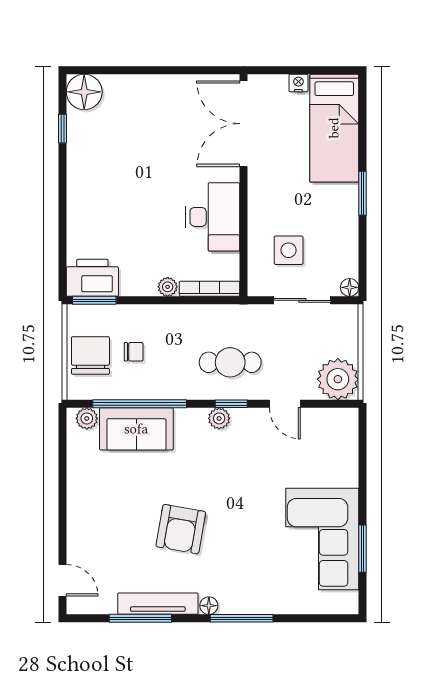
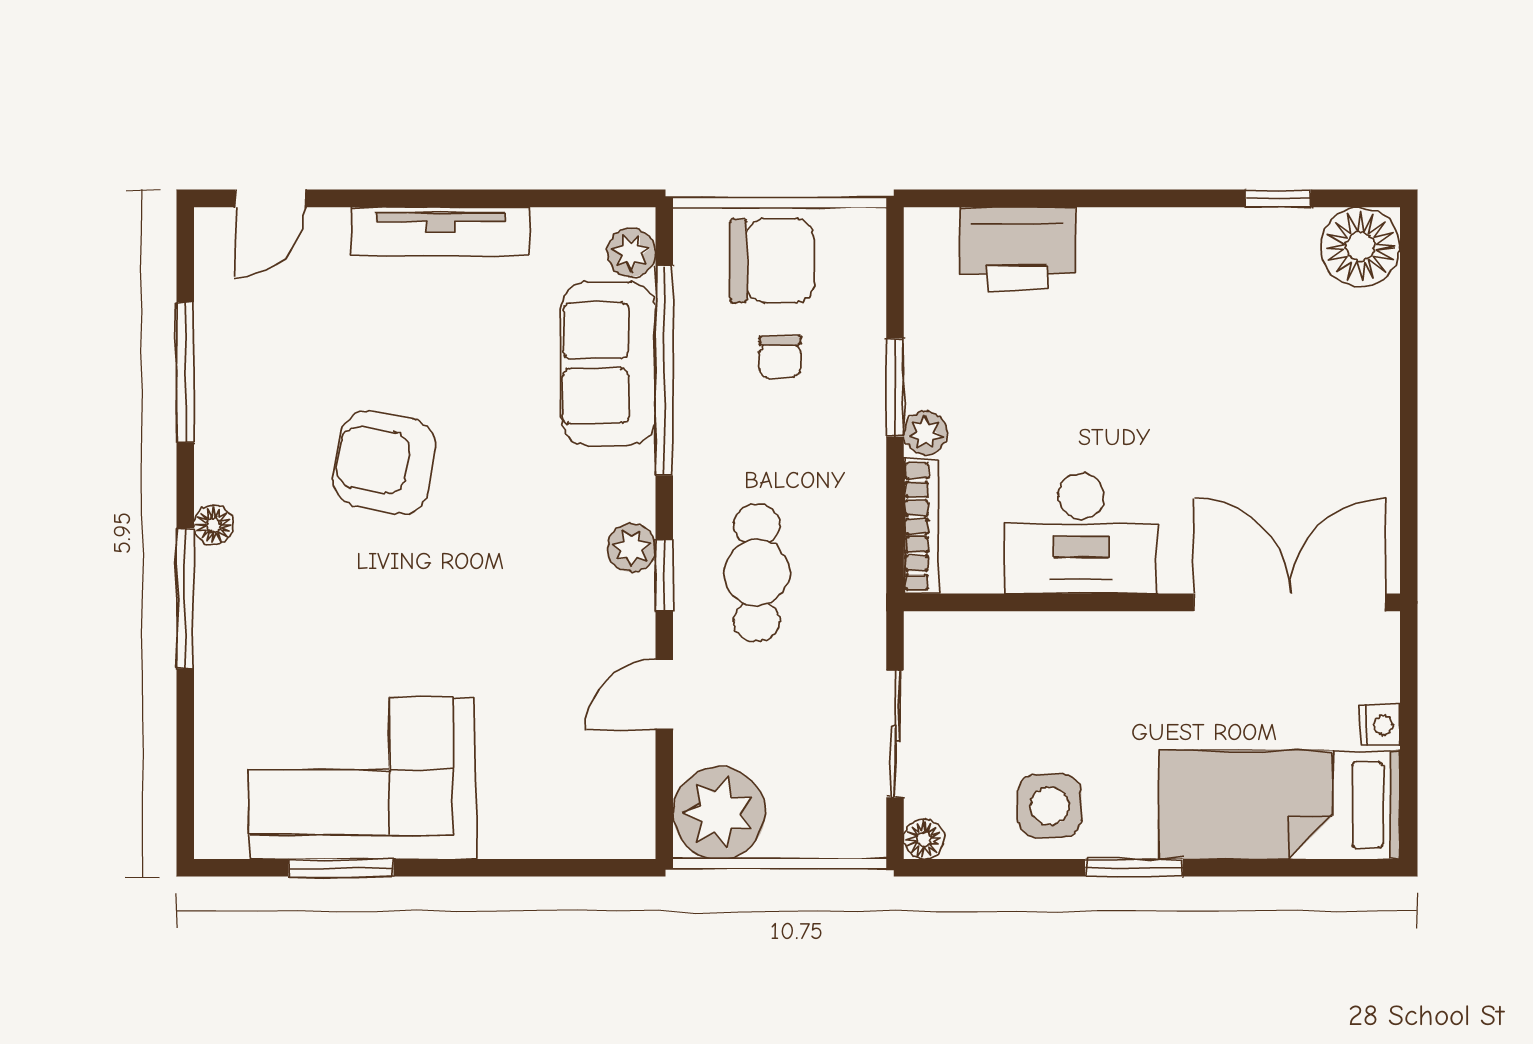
side table: (289, 250) -> (1050, 806), moved
printer: (92, 278) -> (1017, 249), moved, turned 90
window: (94, 300) -> (895, 387), moved
tv unit: (158, 604) -> (440, 231), moved, turned 90

